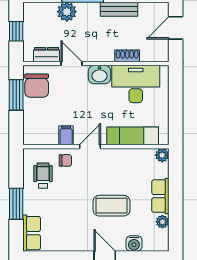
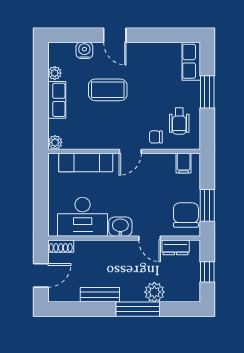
shoe rack: (127, 56) -> (61, 246), moved
filing cabinet: (66, 135) -> (184, 163), moved

